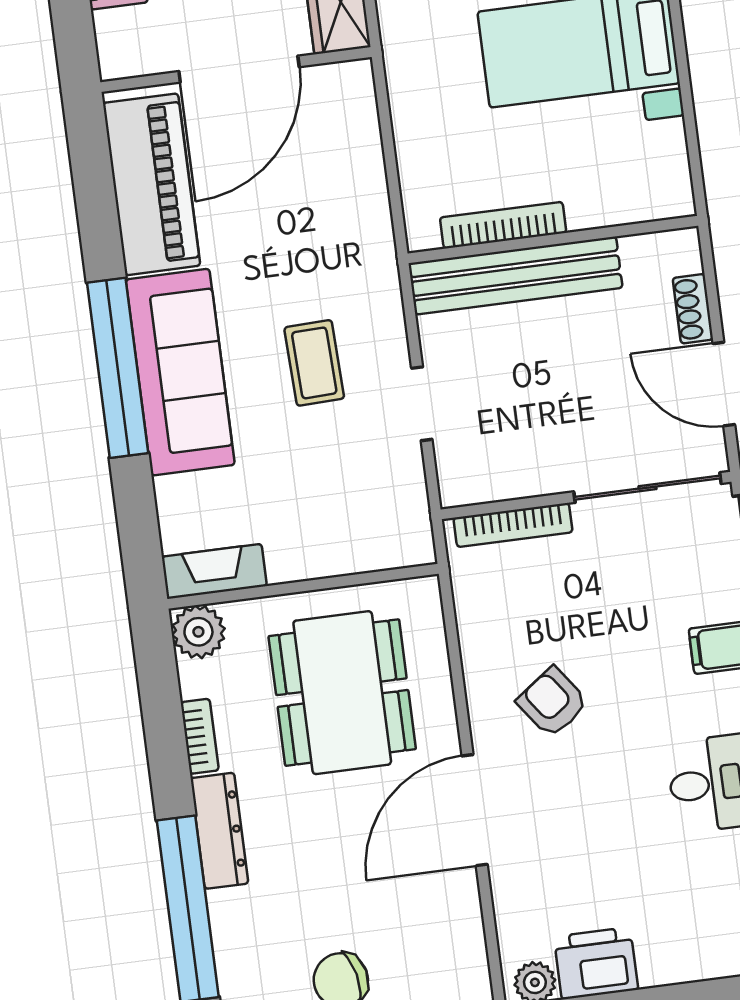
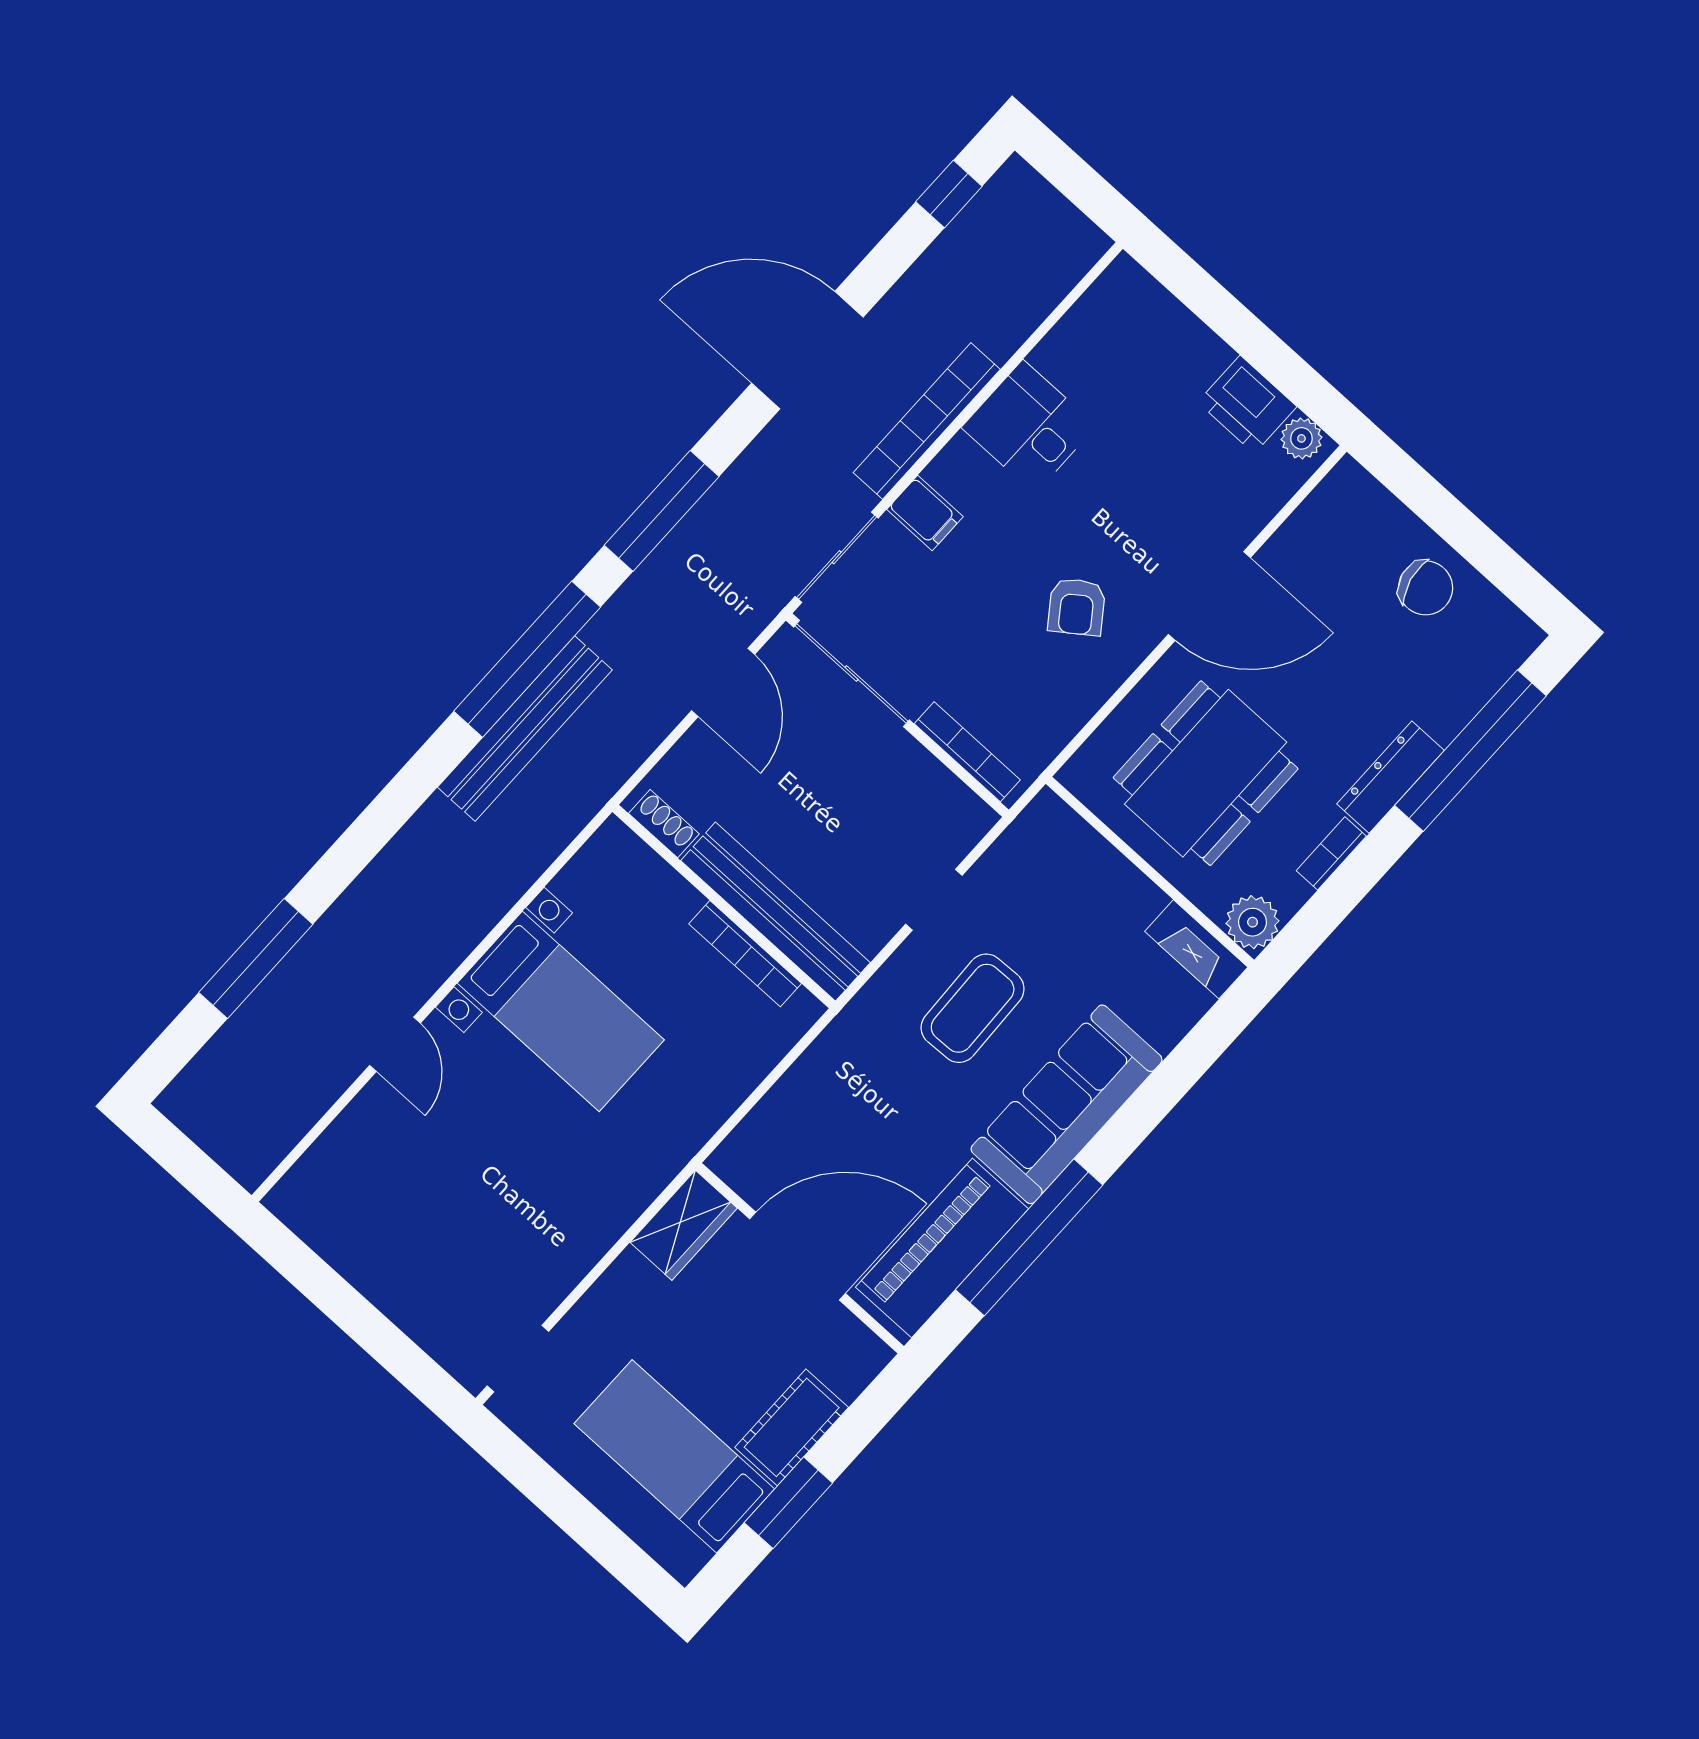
shoe rack: (693, 309) -> (664, 824), moved, turned -90
coffee table: (314, 363) -> (973, 1008), width x1.36, depth x1.30
window: (118, 368) -> (1029, 1237), moved

